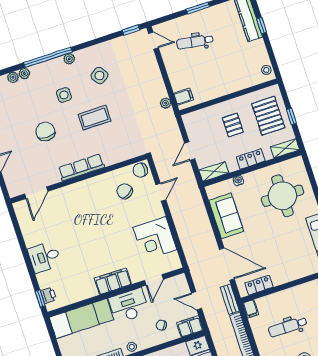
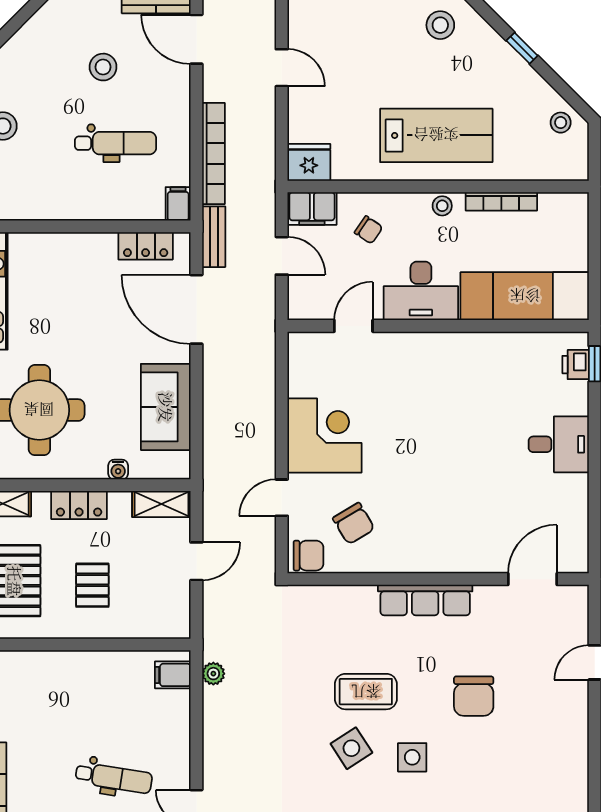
side table: (99, 76) -> (351, 748), moved
corner desk: (155, 238) -> (325, 435), moved
filing cabinet: (113, 281) -> (437, 350), removed

